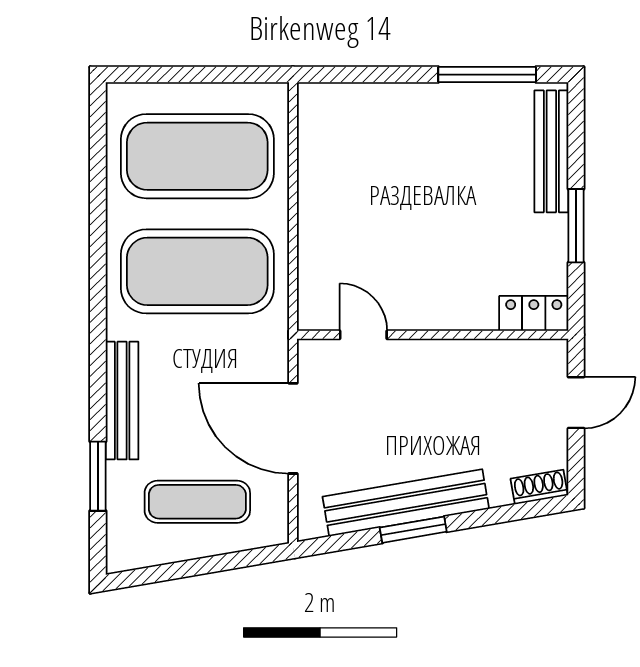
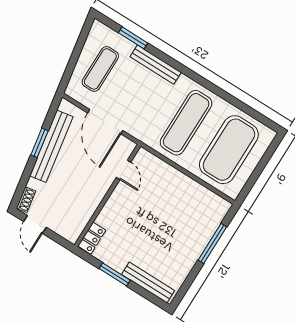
window: (487, 75) -> (212, 243), moved
exercise mat: (197, 271) -> (186, 123), width x0.68
door: (363, 335) -> (124, 170), hinge flipped
door: (576, 403) -> (35, 224), moved
door: (293, 428) -> (105, 122), swing flipped

